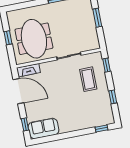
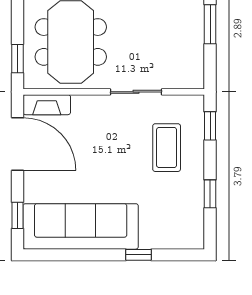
window: (8, 38) -> (17, 59), moved
sofa: (44, 128) -> (81, 226), width x1.85, depth x1.27
window: (102, 129) -> (138, 255), moved

